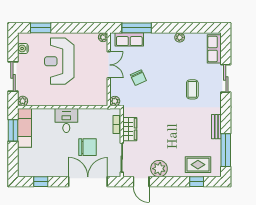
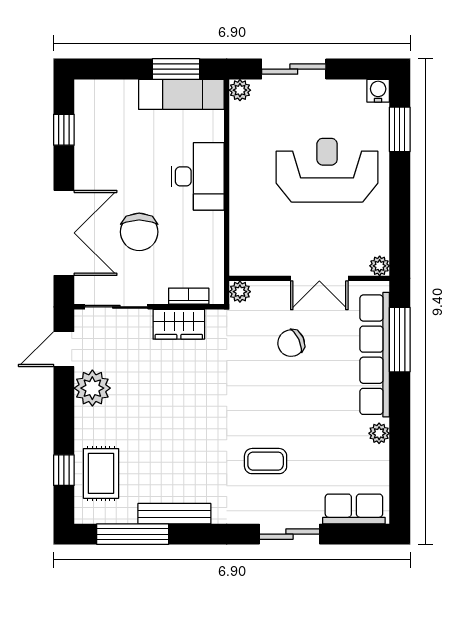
row of seats: (129, 39) -> (375, 355), width x2.02
water cooler: (23, 48) -> (378, 91), moved
desk: (66, 120) -> (198, 176), width x1.37
bench: (216, 127) -> (174, 514), width x1.36

